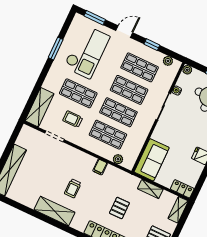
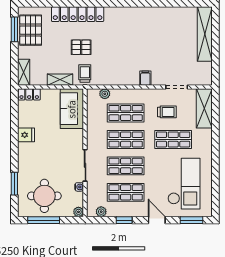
door: (124, 32) -> (157, 220), swing flipped
window: (56, 49) -> (215, 172), removed
checkout: (87, 52) -> (184, 184), turned 180
filing cabinet: (100, 167) -> (145, 78), moved
trolley: (73, 188) -> (85, 73), moved
pallet: (119, 208) -> (81, 47), turned 90
shelving: (55, 211) -> (143, 15), removed

